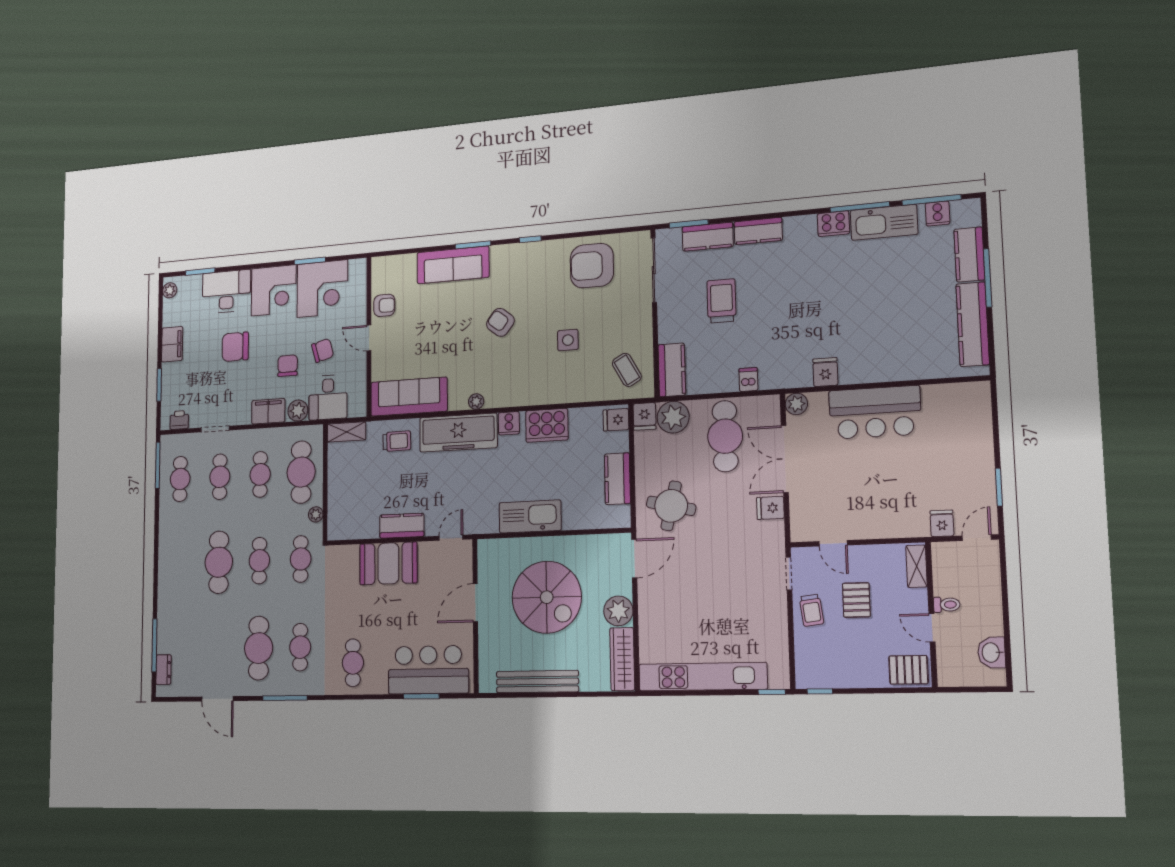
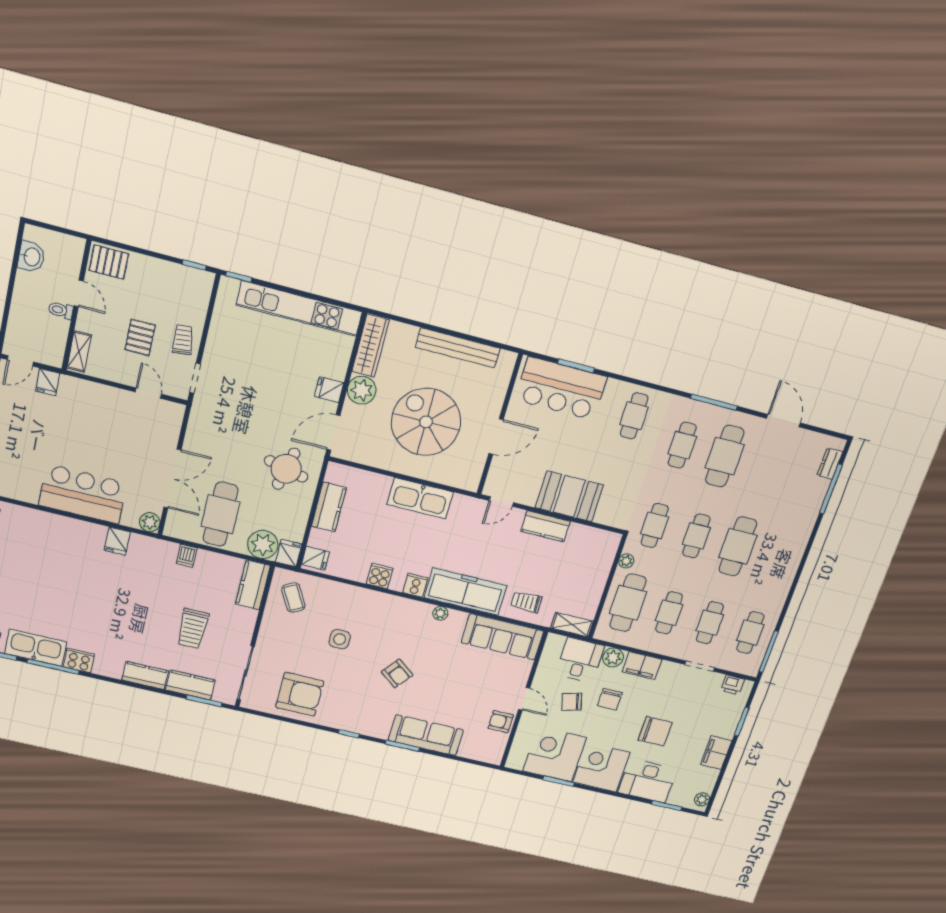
cooker: (547, 425) -> (380, 576), width x0.53, depth x0.76
fridge: (770, 508) -> (329, 390), moved, turned 180

